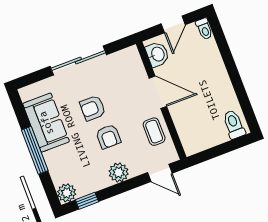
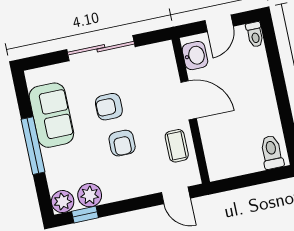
plant: (119, 172) -> (90, 195), moved

